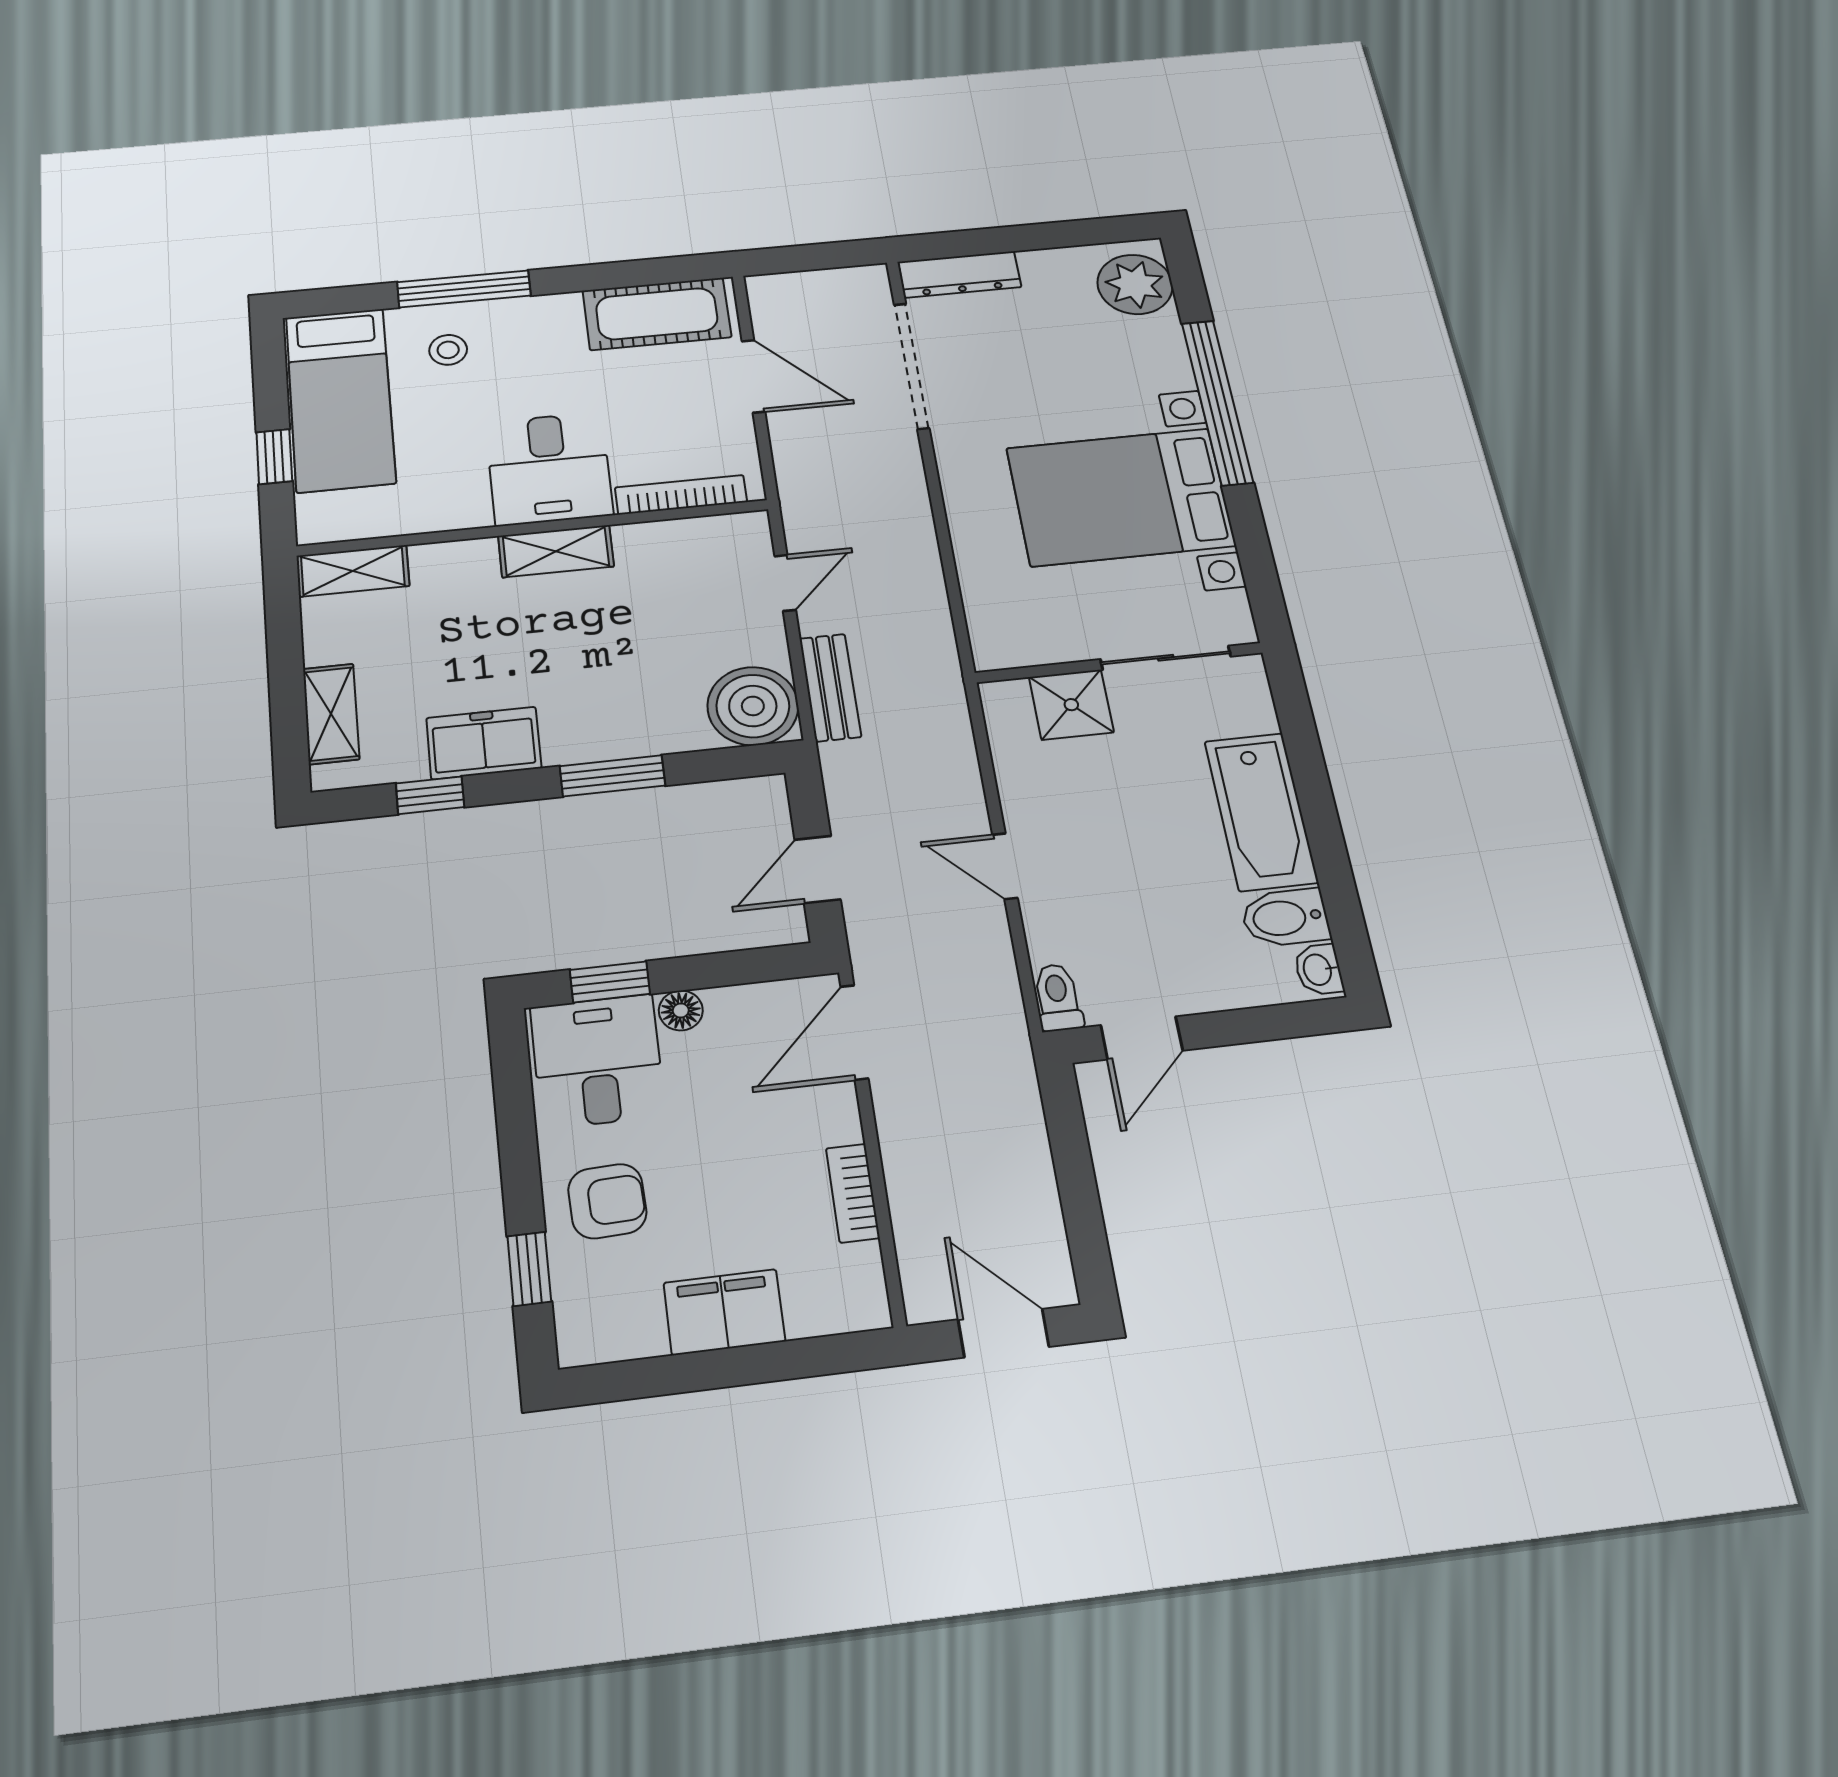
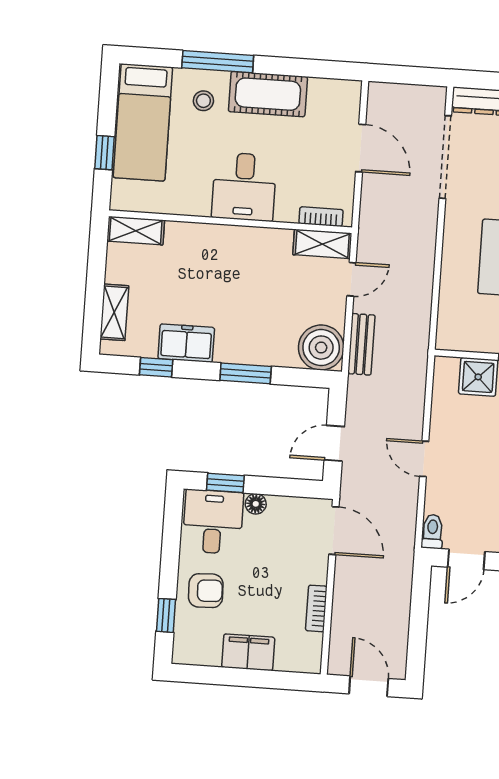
cot: (657, 314) -> (268, 94), moved
bookcase: (681, 495) -> (321, 217), width x0.64
shelving: (556, 551) -> (322, 244), moved
door: (854, 1032) -> (334, 531), swing flipped

